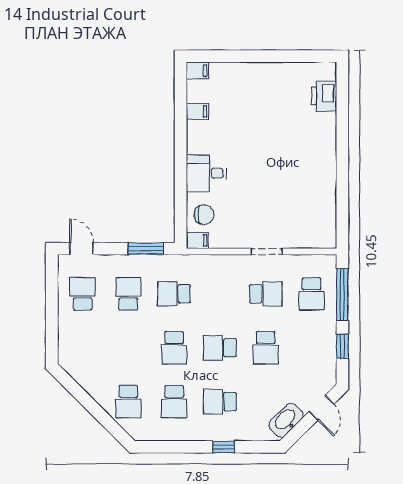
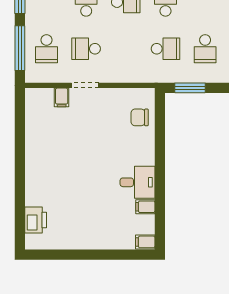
desk: (206, 173) -> (138, 182), moved
filing cabinet: (197, 240) -> (62, 97), moved, turned -90
school desk: (312, 294) -> (46, 49), turned 180

